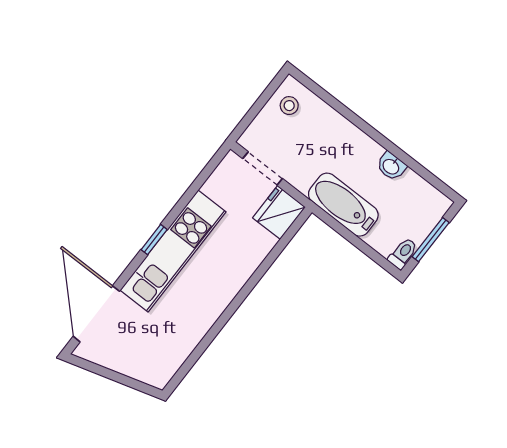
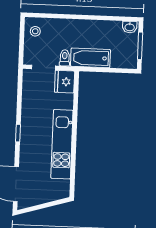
washbasin: (391, 166) -> (130, 27), moved
kitchen unit: (173, 251) -> (62, 144), moved, turned 180
toilet: (403, 253) -> (65, 58), moved

